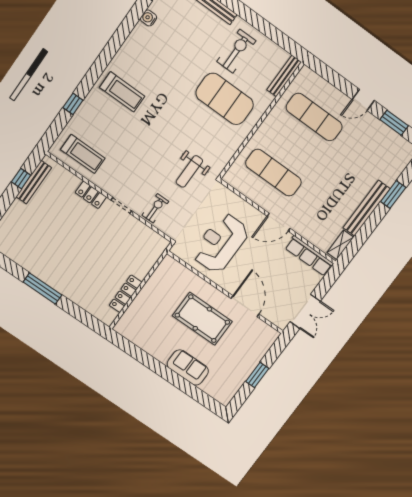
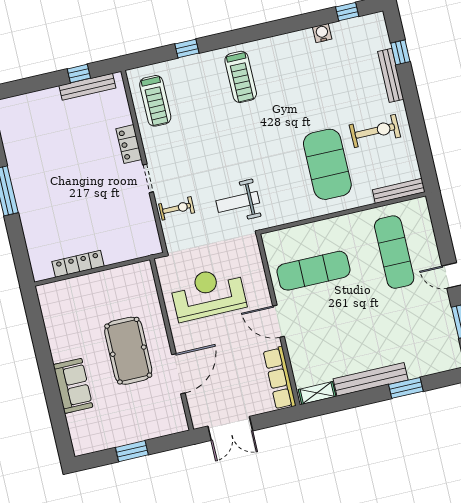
exercise mat: (273, 173) -> (313, 271), turned 90

